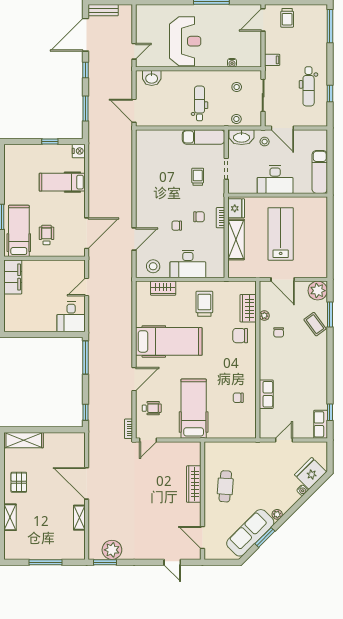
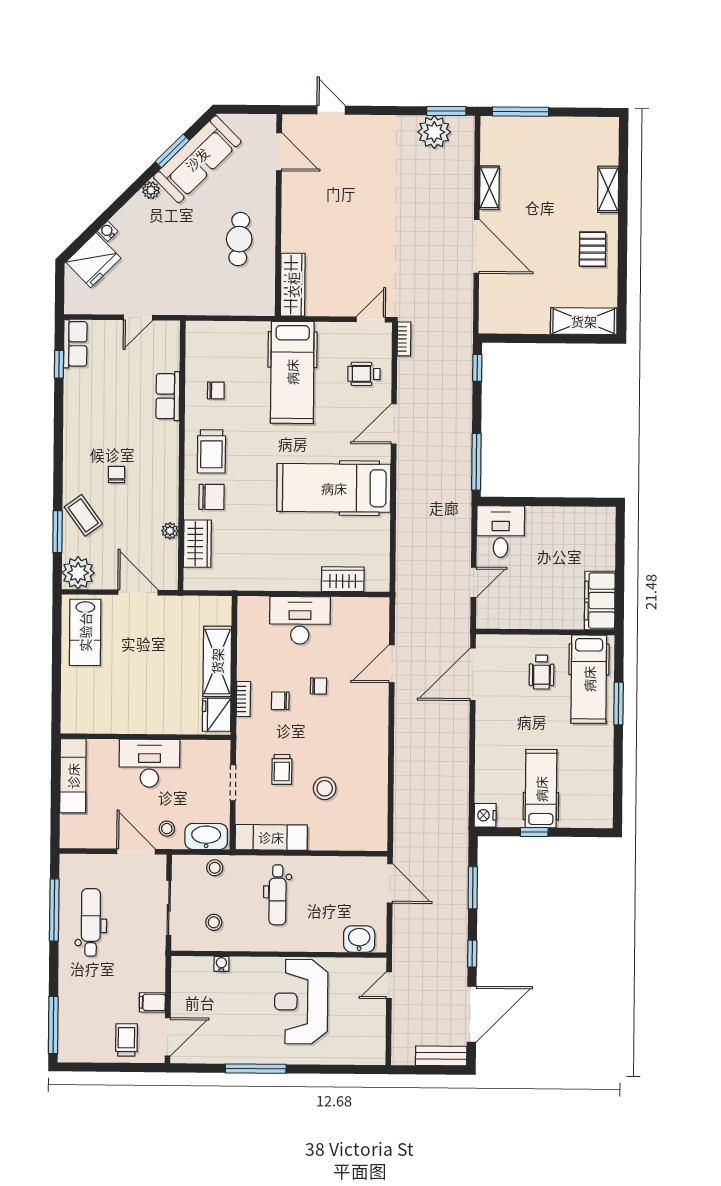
filing cabinet: (272, 60) -> (152, 1002), moved
window: (330, 93) -> (54, 910), width x2.17
hospital bed: (62, 182) -> (541, 789), moved, turned -90
lab bench: (281, 234) -> (85, 632), moved, width x0.73, depth x0.72
stool: (153, 266) -> (325, 788), moved
trolley: (204, 304) -> (211, 451), moved
chair: (279, 332) -> (116, 475), moved
wardrobe: (194, 484) -> (293, 285), moved
window: (46, 562) -> (521, 112), moved

